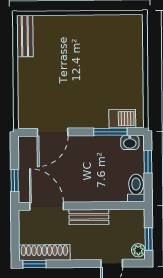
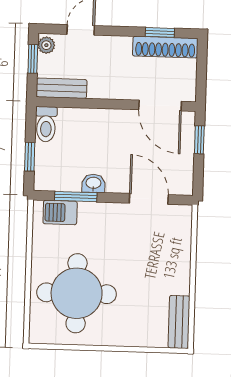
round table: (107, 55) -> (77, 293), added
door: (53, 132) -> (149, 199), hinge flipped
washbasin: (130, 142) -> (93, 183), moved
bench: (89, 217) -> (62, 88), moved
window: (35, 264) -> (160, 32), moved

